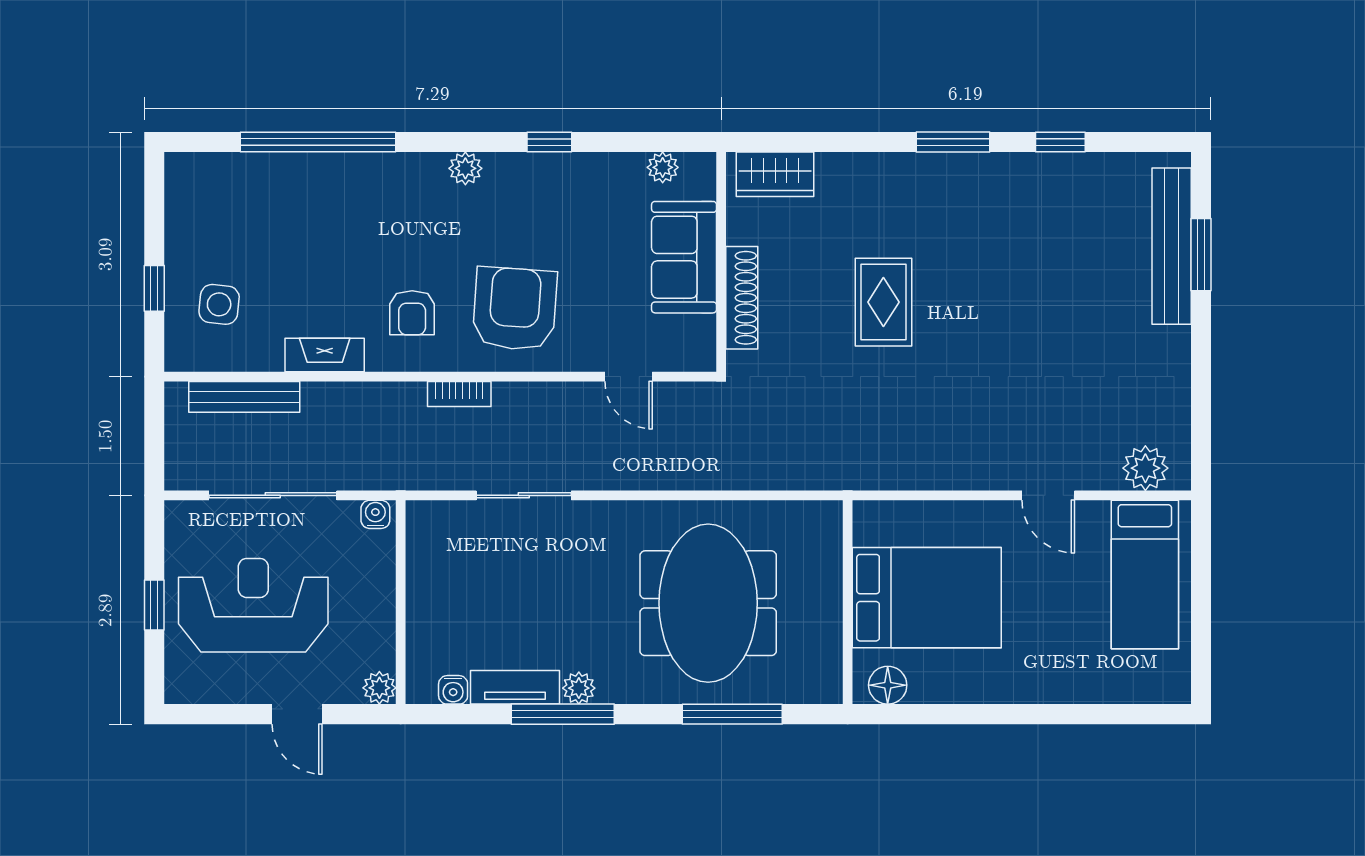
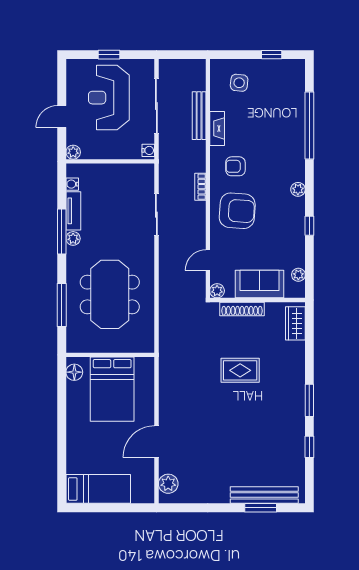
window: (154, 288) -> (272, 55), moved
plant: (700, 355) -> (217, 291), added
bench: (244, 397) -> (199, 116), moved
door: (1048, 495) -> (156, 442), width x1.38
bed: (1145, 575) -> (98, 489), moved, turned 180
meeting table: (708, 603) -> (110, 294), turned 90
reception desk: (253, 605) -> (109, 98), turned 180

